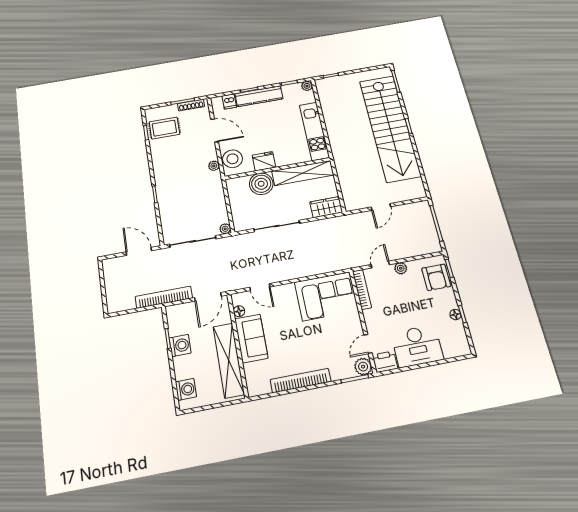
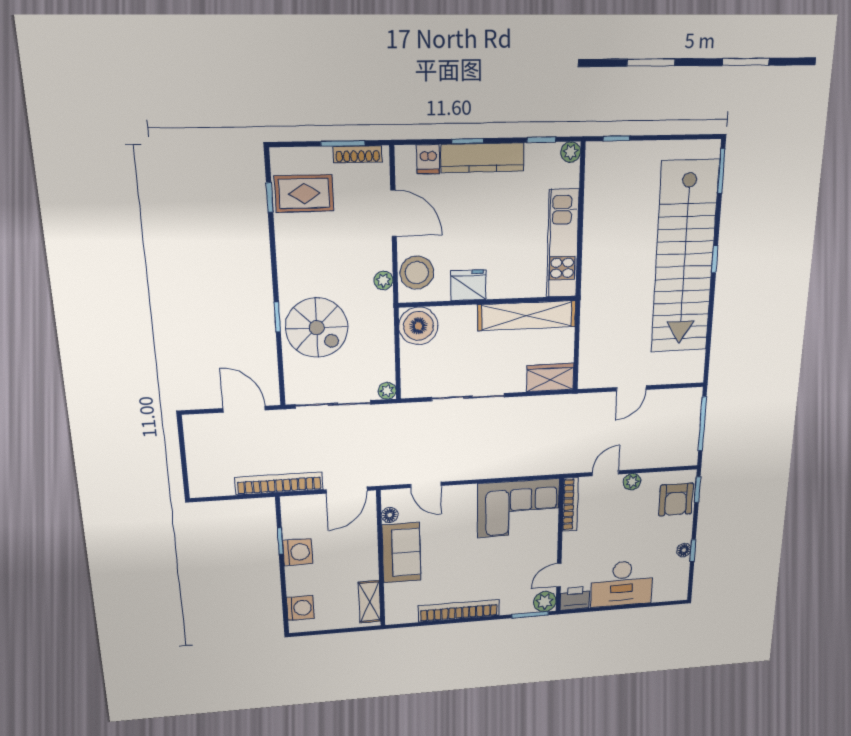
boiler: (261, 184) -> (418, 326), moved
spiral stairs: (178, 197) -> (317, 328), added
shelving: (229, 360) -> (370, 602), width x0.45, depth x0.75

